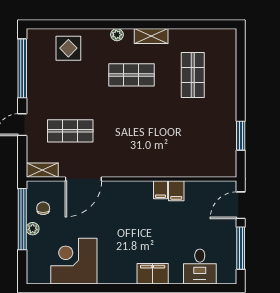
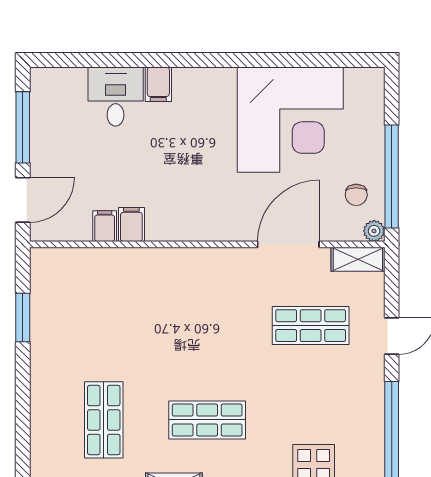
filing cabinet: (160, 190) -> (105, 226), moved
plant: (33, 229) -> (374, 231), moved
corner desk: (74, 261) -> (290, 120), width x1.36, depth x1.36
desk: (200, 267) -> (116, 96), moved
filing cabinet: (153, 274) -> (158, 84), width x0.50

